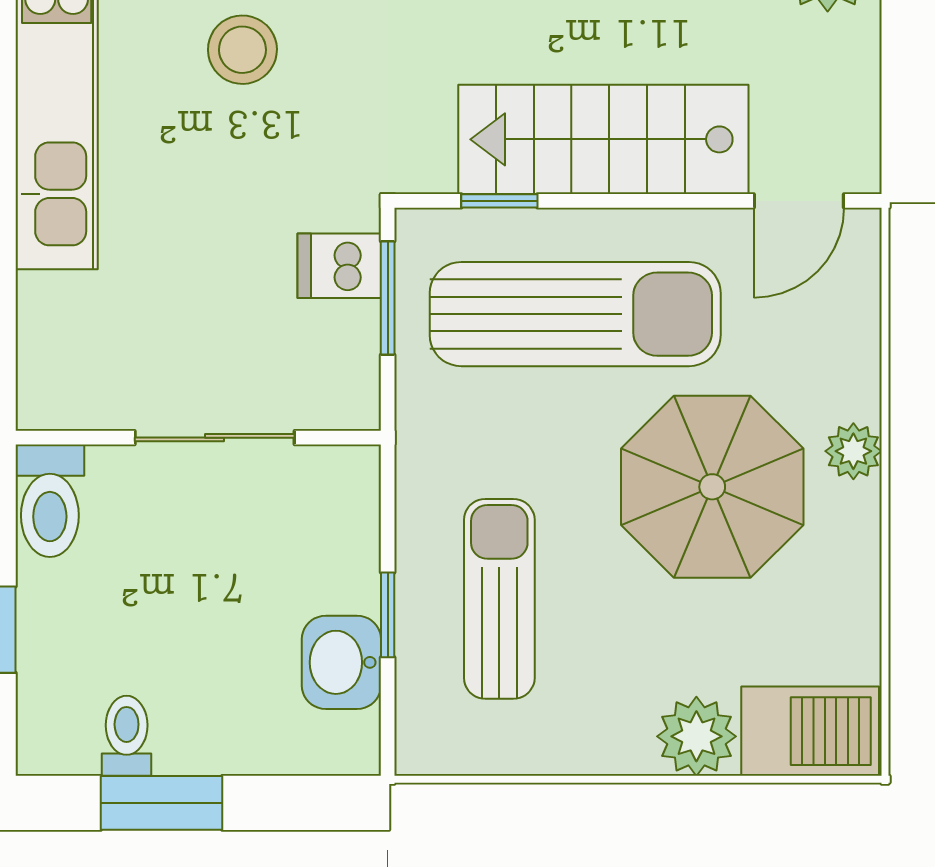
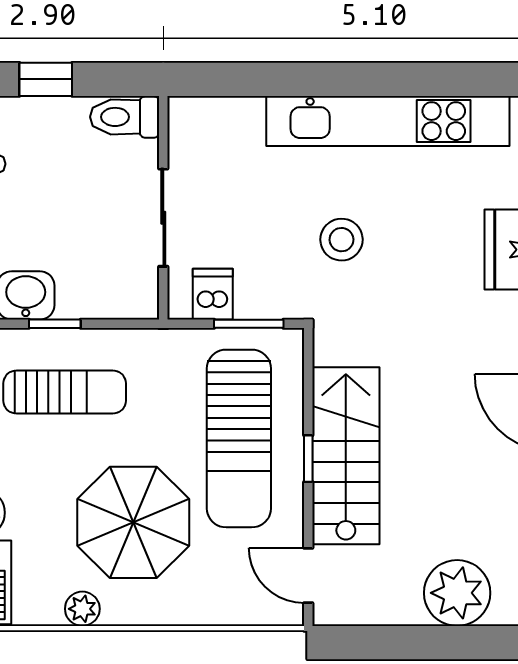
stool: (242, 50) -> (341, 240), moved
window: (499, 201) -> (308, 459), moved
dishwasher: (339, 266) -> (213, 294), moved
plant: (853, 451) -> (82, 609), moved

